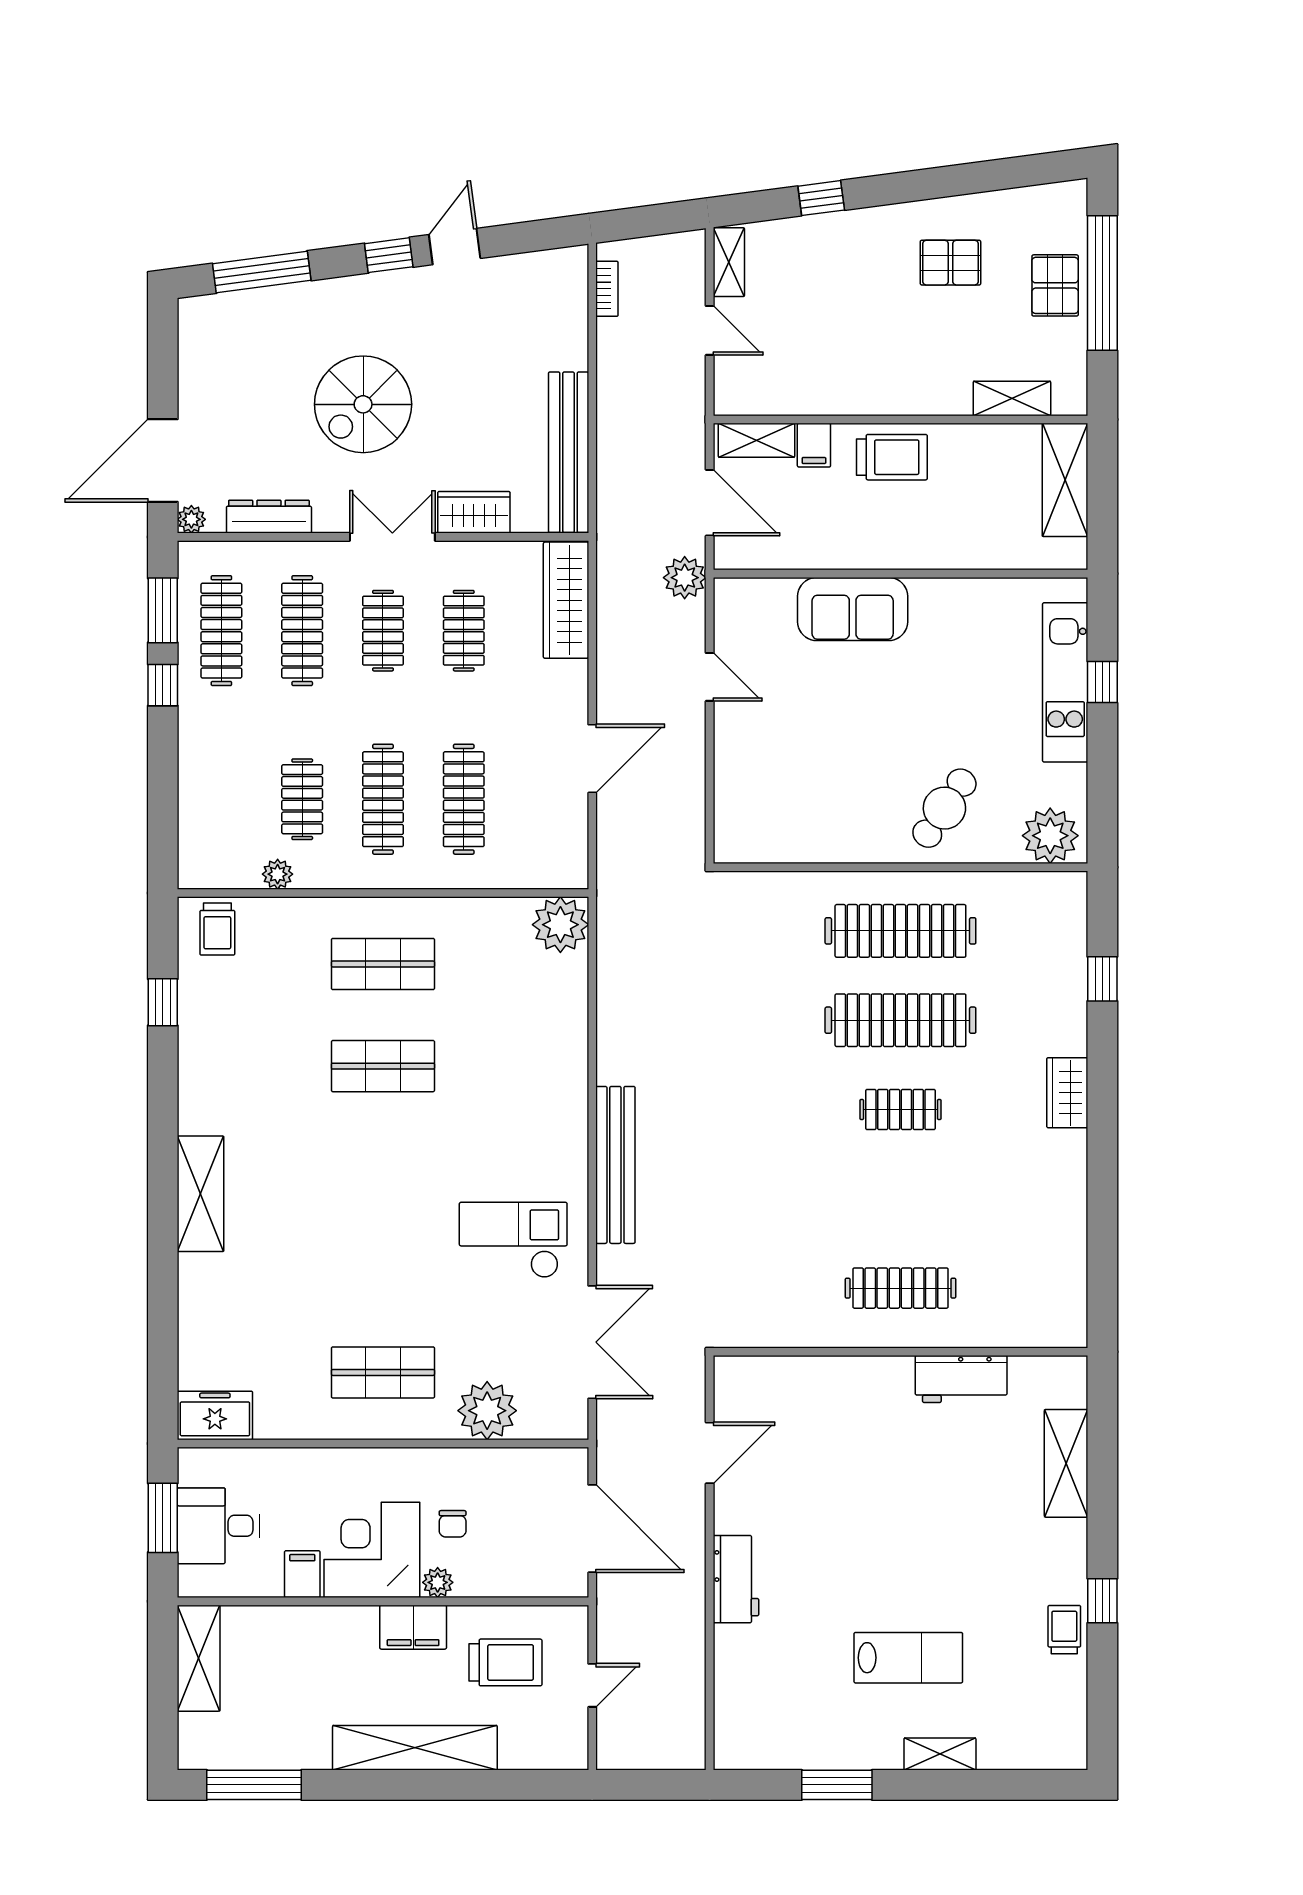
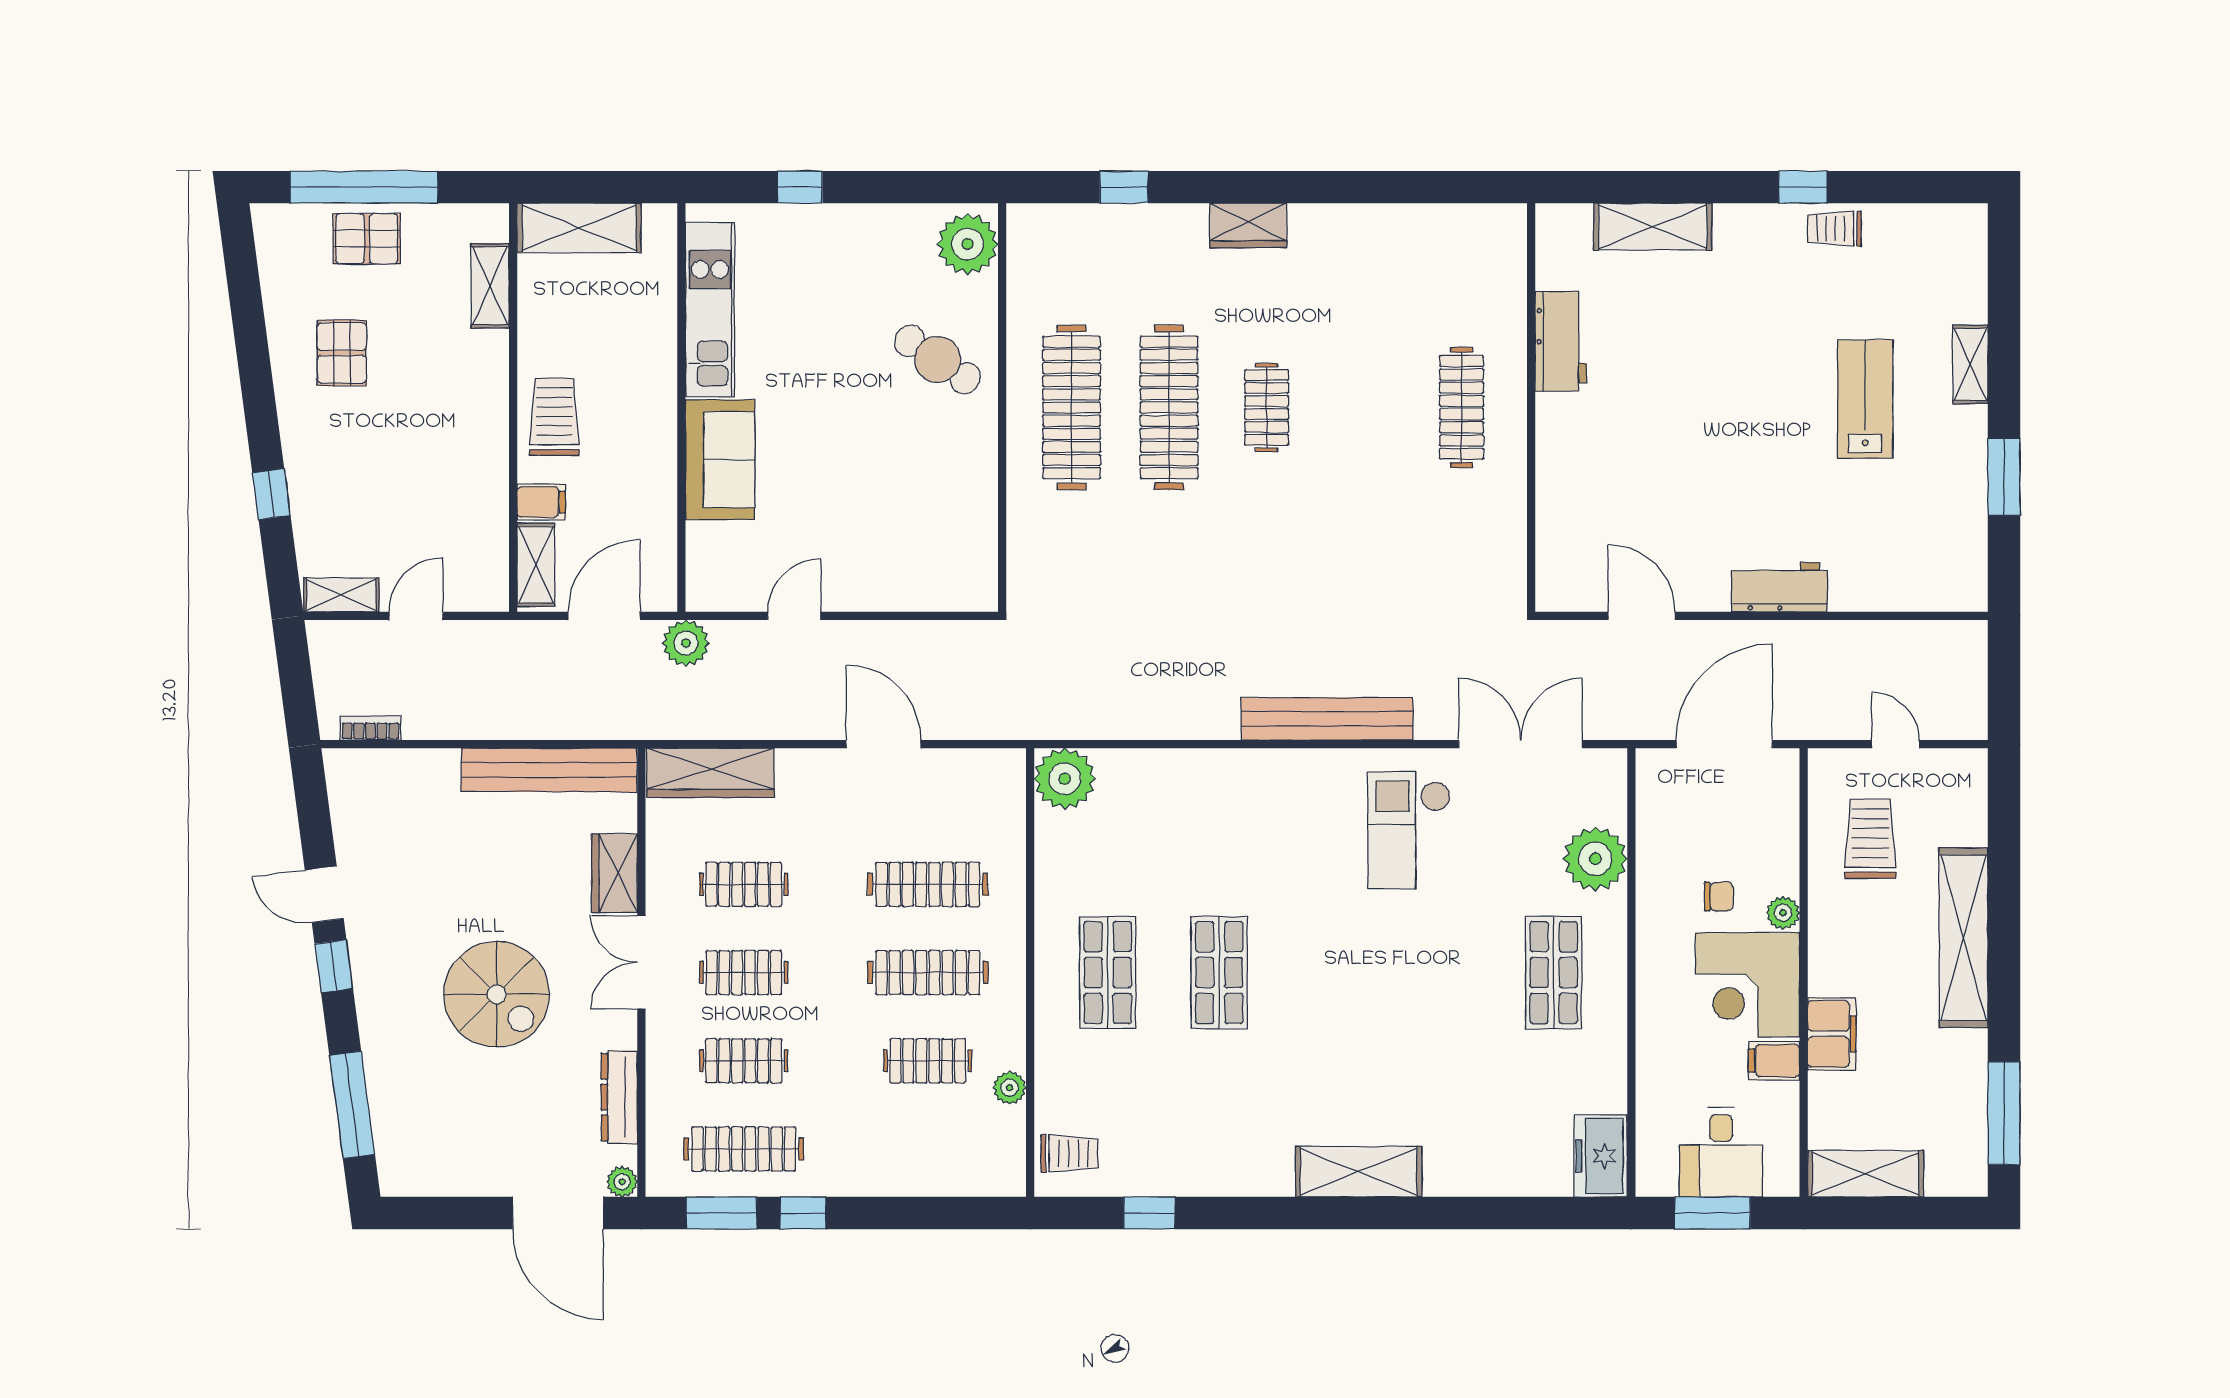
clothes rail: (302, 631) -> (744, 1061), width x0.73
kitchen unit: (1065, 682) -> (710, 310), moved, turned -90
filing cabinet: (413, 1627) -> (1832, 1034), moved

